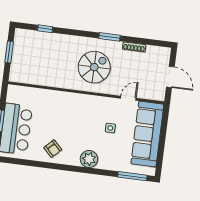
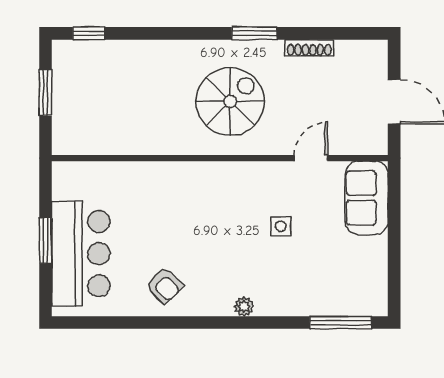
window: (45, 29) -> (89, 33), moved
sofa: (147, 134) -> (367, 198), width x0.54, depth x0.79
plant: (89, 159) -> (244, 306), width x0.53, depth x0.53

